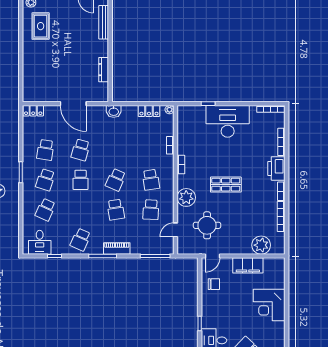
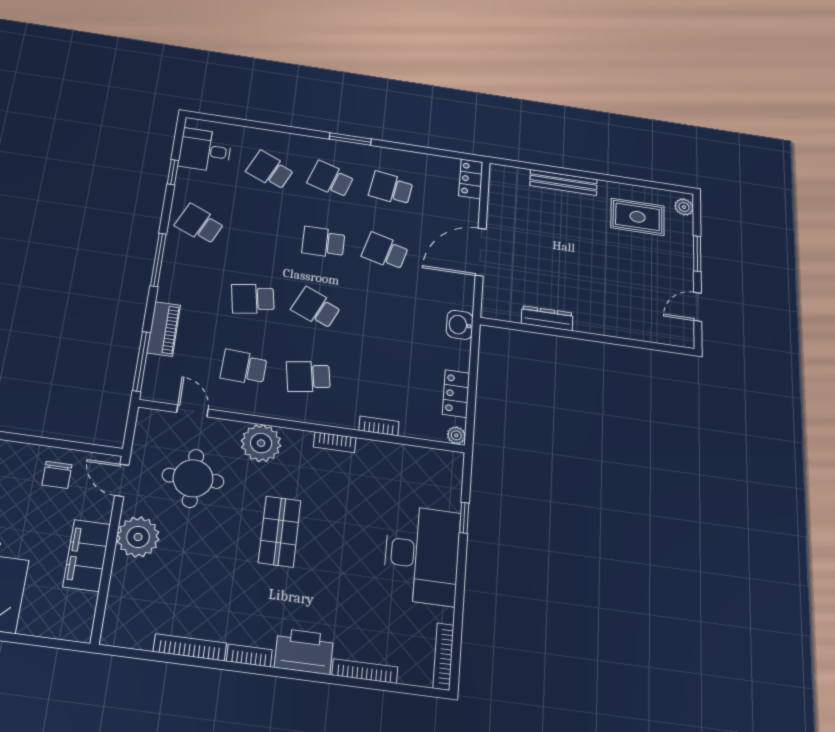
bench: (104, 22) -> (563, 182), moved
plant: (261, 245) -> (138, 537), moved
piano: (117, 248) -> (164, 329), moved

